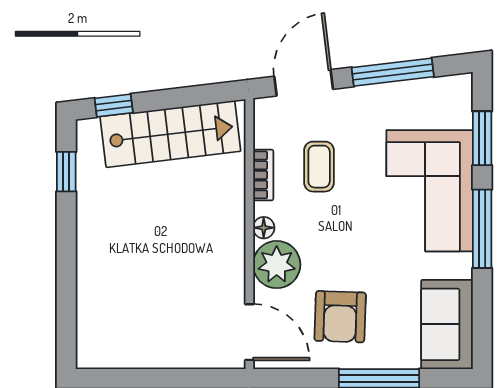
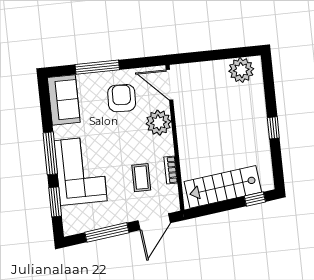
window: (66, 172) -> (273, 128), moved
floor lamp: (264, 228) -> (168, 142), removed
plant: (114, 346) -> (241, 70), added

